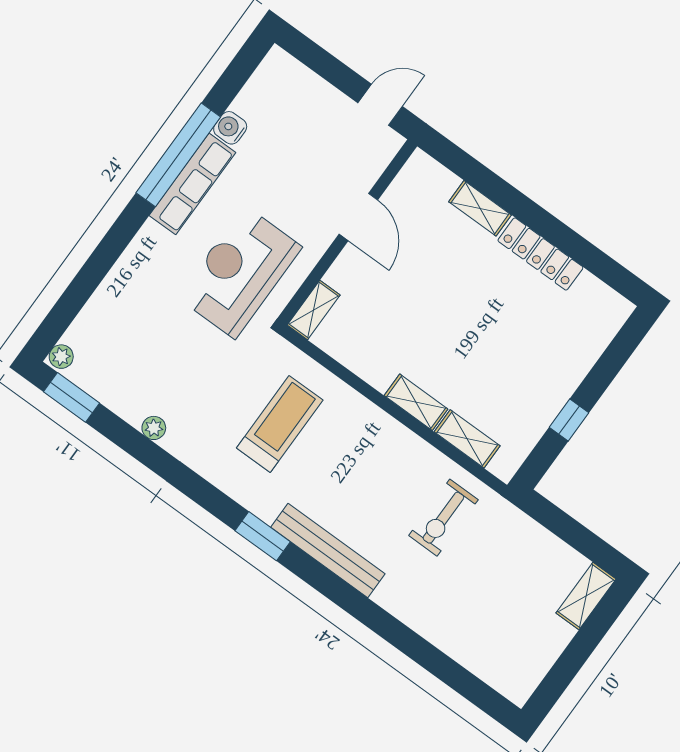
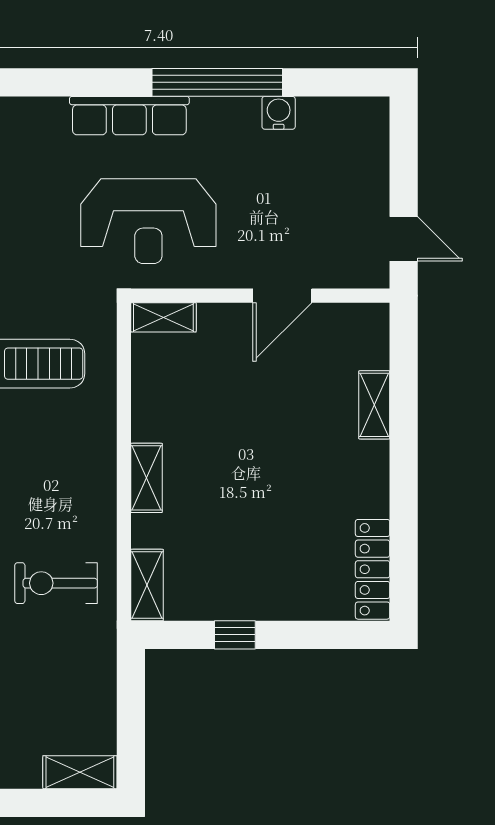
row of seats: (192, 184) -> (129, 116), moved
locker: (540, 254) -> (373, 569), moved
reception desk: (240, 272) -> (148, 221), turned 180
shelving: (467, 439) -> (147, 585), moved

